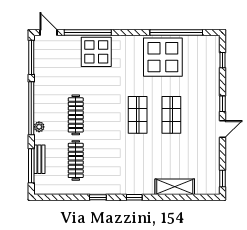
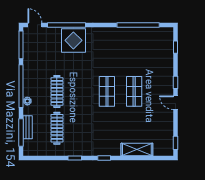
display table: (163, 57) -> (127, 45), removed
door: (222, 129) -> (175, 103), swing flipped

